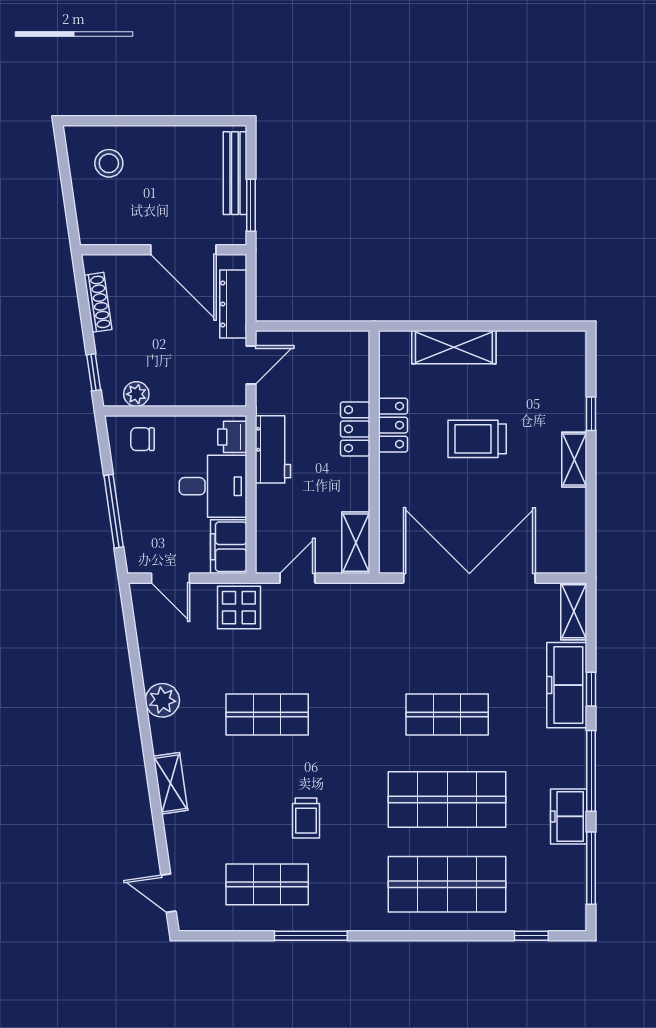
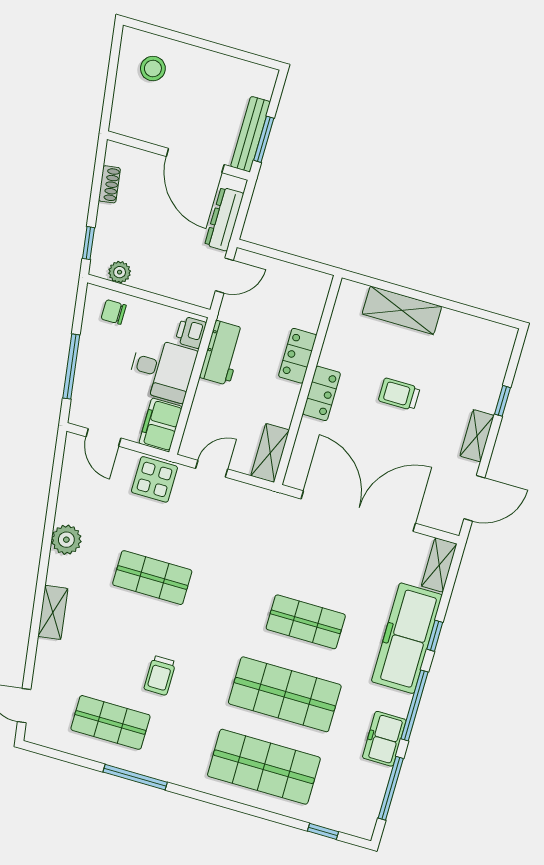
bench: (235, 173) -> (250, 134), moved
shoe rack: (98, 302) -> (109, 184), width x0.70
locker: (393, 425) -> (322, 393), moved
trolley: (477, 439) -> (399, 394), width x0.73, depth x0.72
door: (591, 528) -> (474, 498), added
freezer: (567, 685) -> (407, 638), width x1.36, depth x1.26

